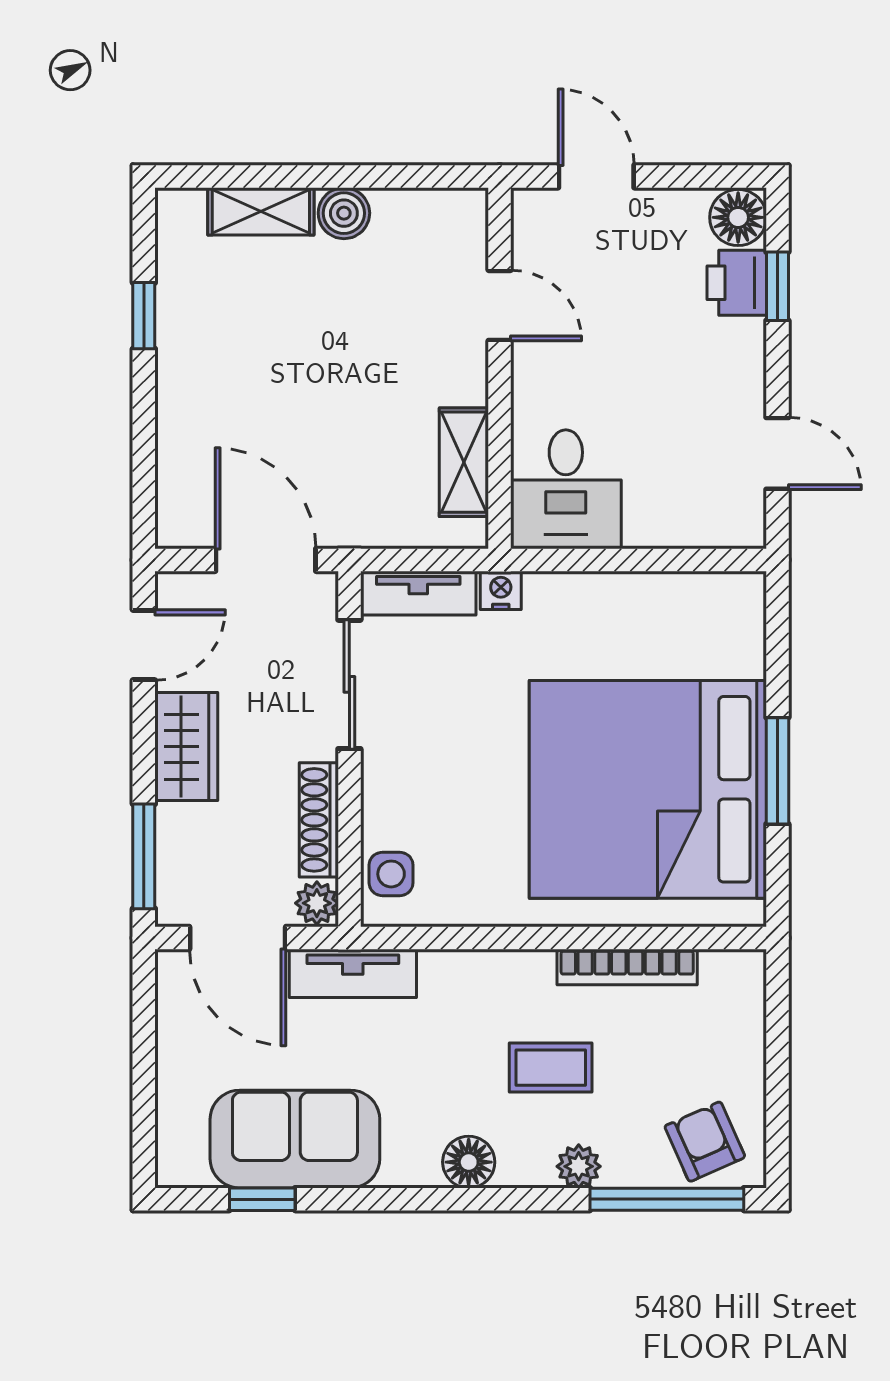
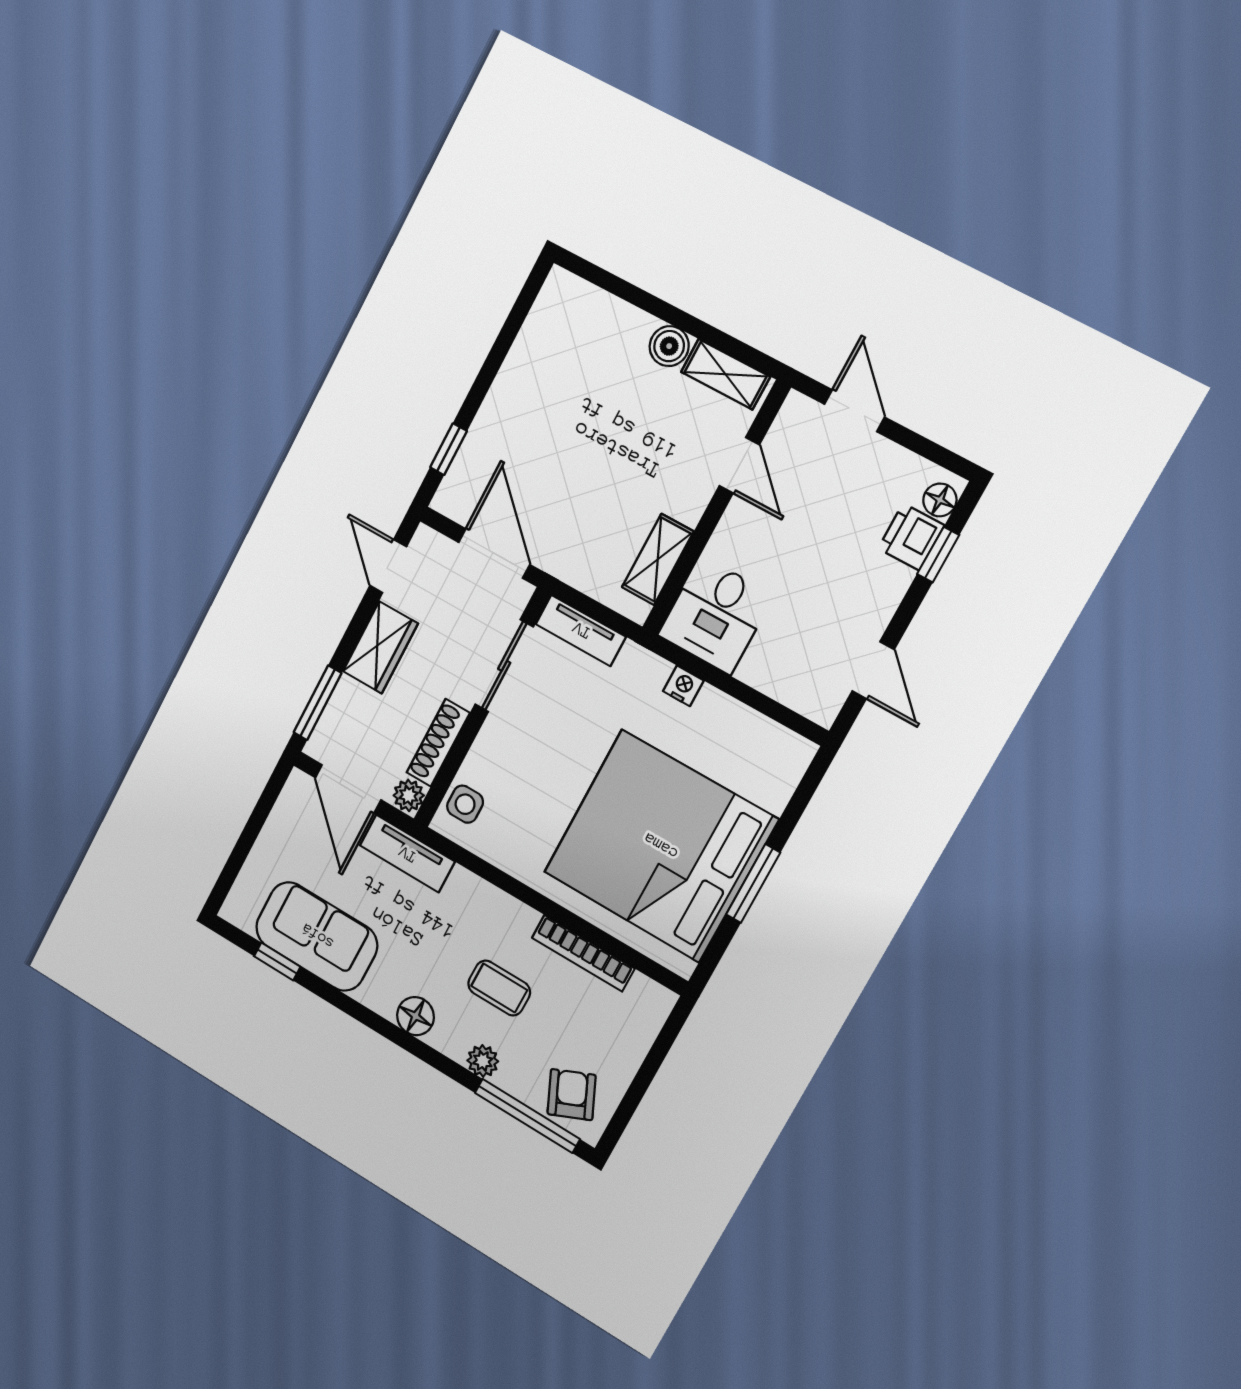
shelving: (261, 211) -> (725, 374), moved
floor lamp: (738, 217) -> (940, 500), width x0.73, depth x0.73
window: (144, 316) -> (449, 449), moved
nightstand: (501, 590) -> (683, 686), moved
door: (144, 645) -> (388, 566), swing flipped

